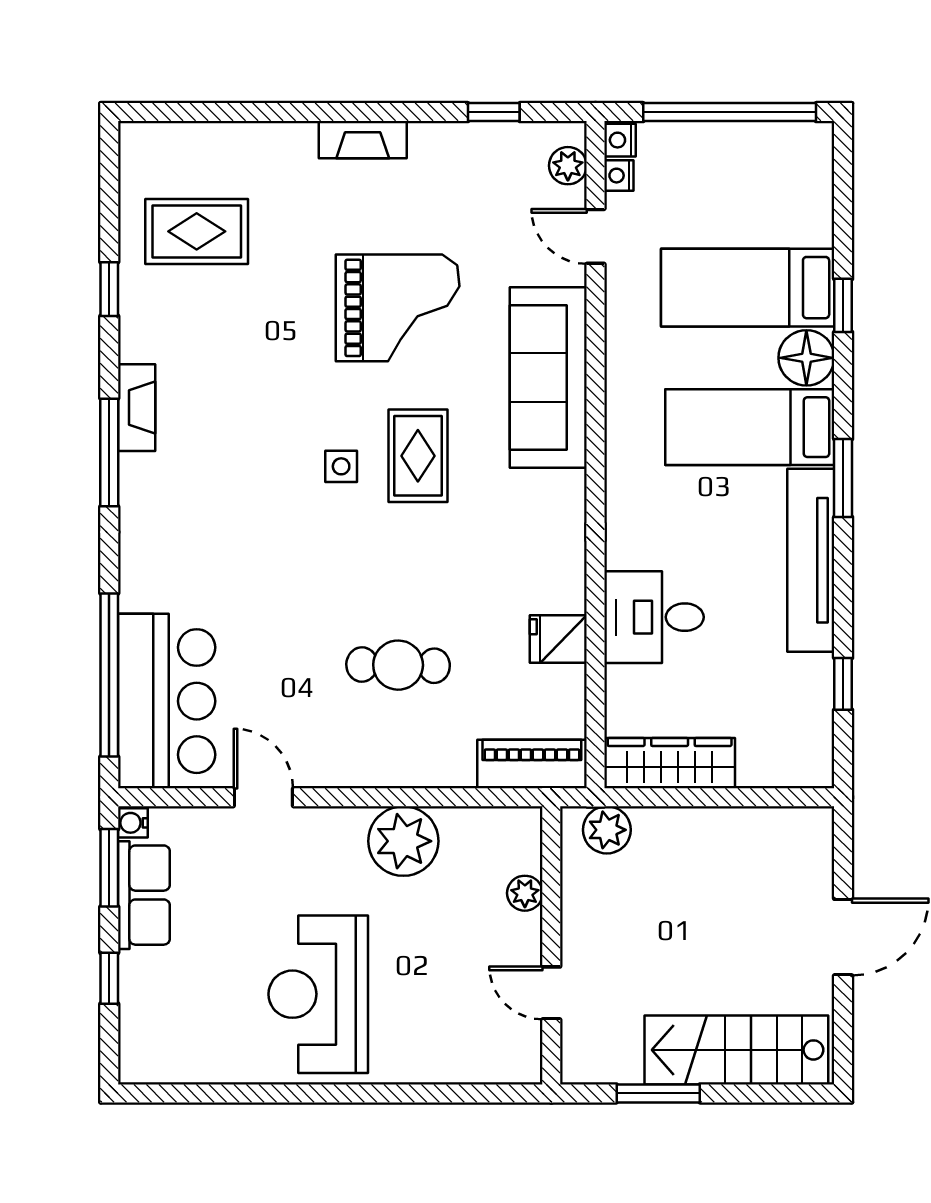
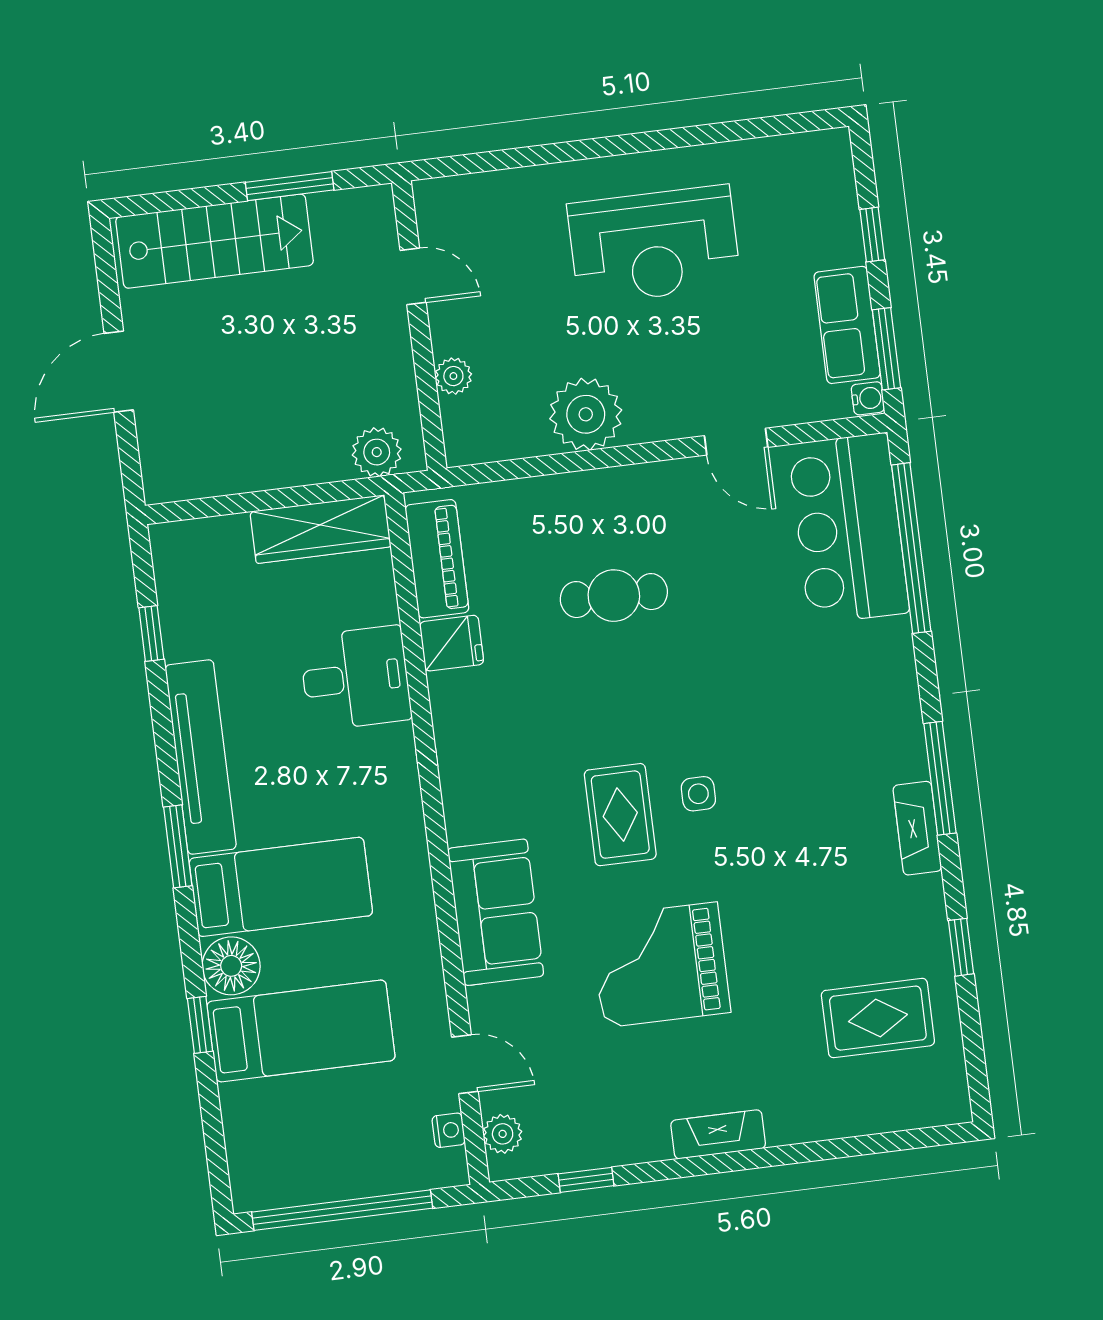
nightstand: (620, 140) -> (452, 1167), removed
sofa: (548, 378) -> (496, 912), width x0.73
piano: (532, 764) -> (437, 559), moved, turned -90
reception desk: (318, 994) -> (654, 245), turned 90

